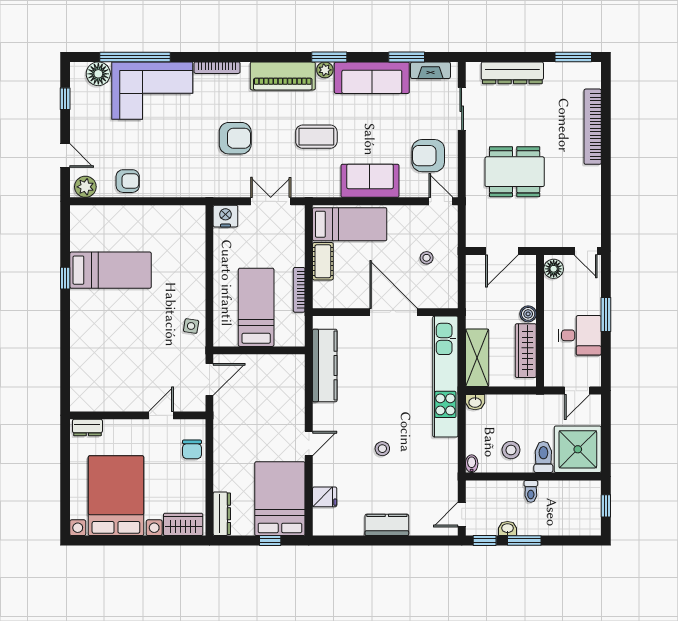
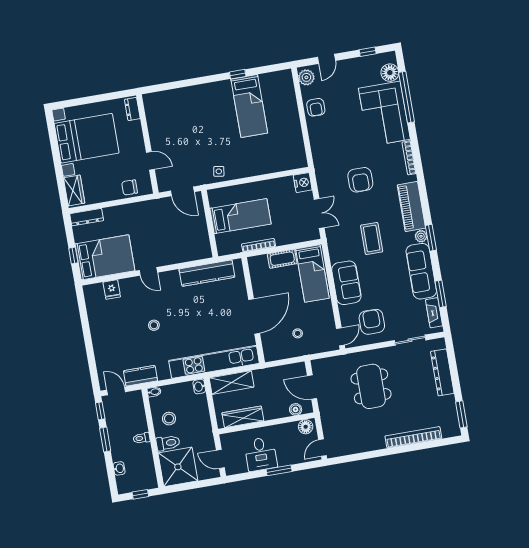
boiler: (528, 314) -> (296, 409), moved
kitchen counter: (387, 525) -> (140, 376), moved, turned -90
washbasin: (508, 529) -> (119, 468), moved

